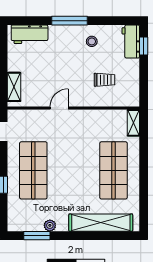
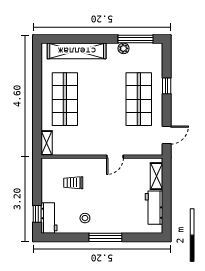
workbench: (30, 34) -> (154, 208), moved, turned -90
window: (37, 236) -> (136, 39), width x1.44

